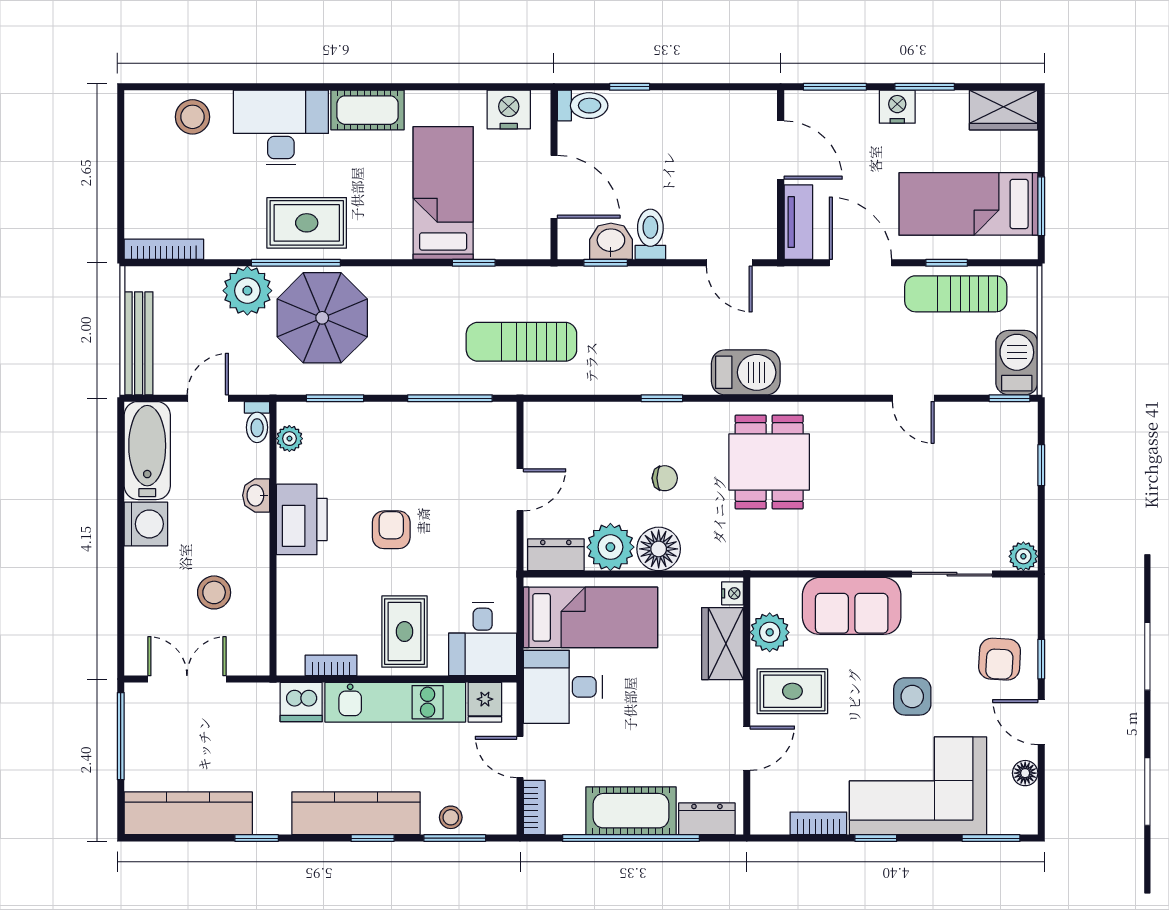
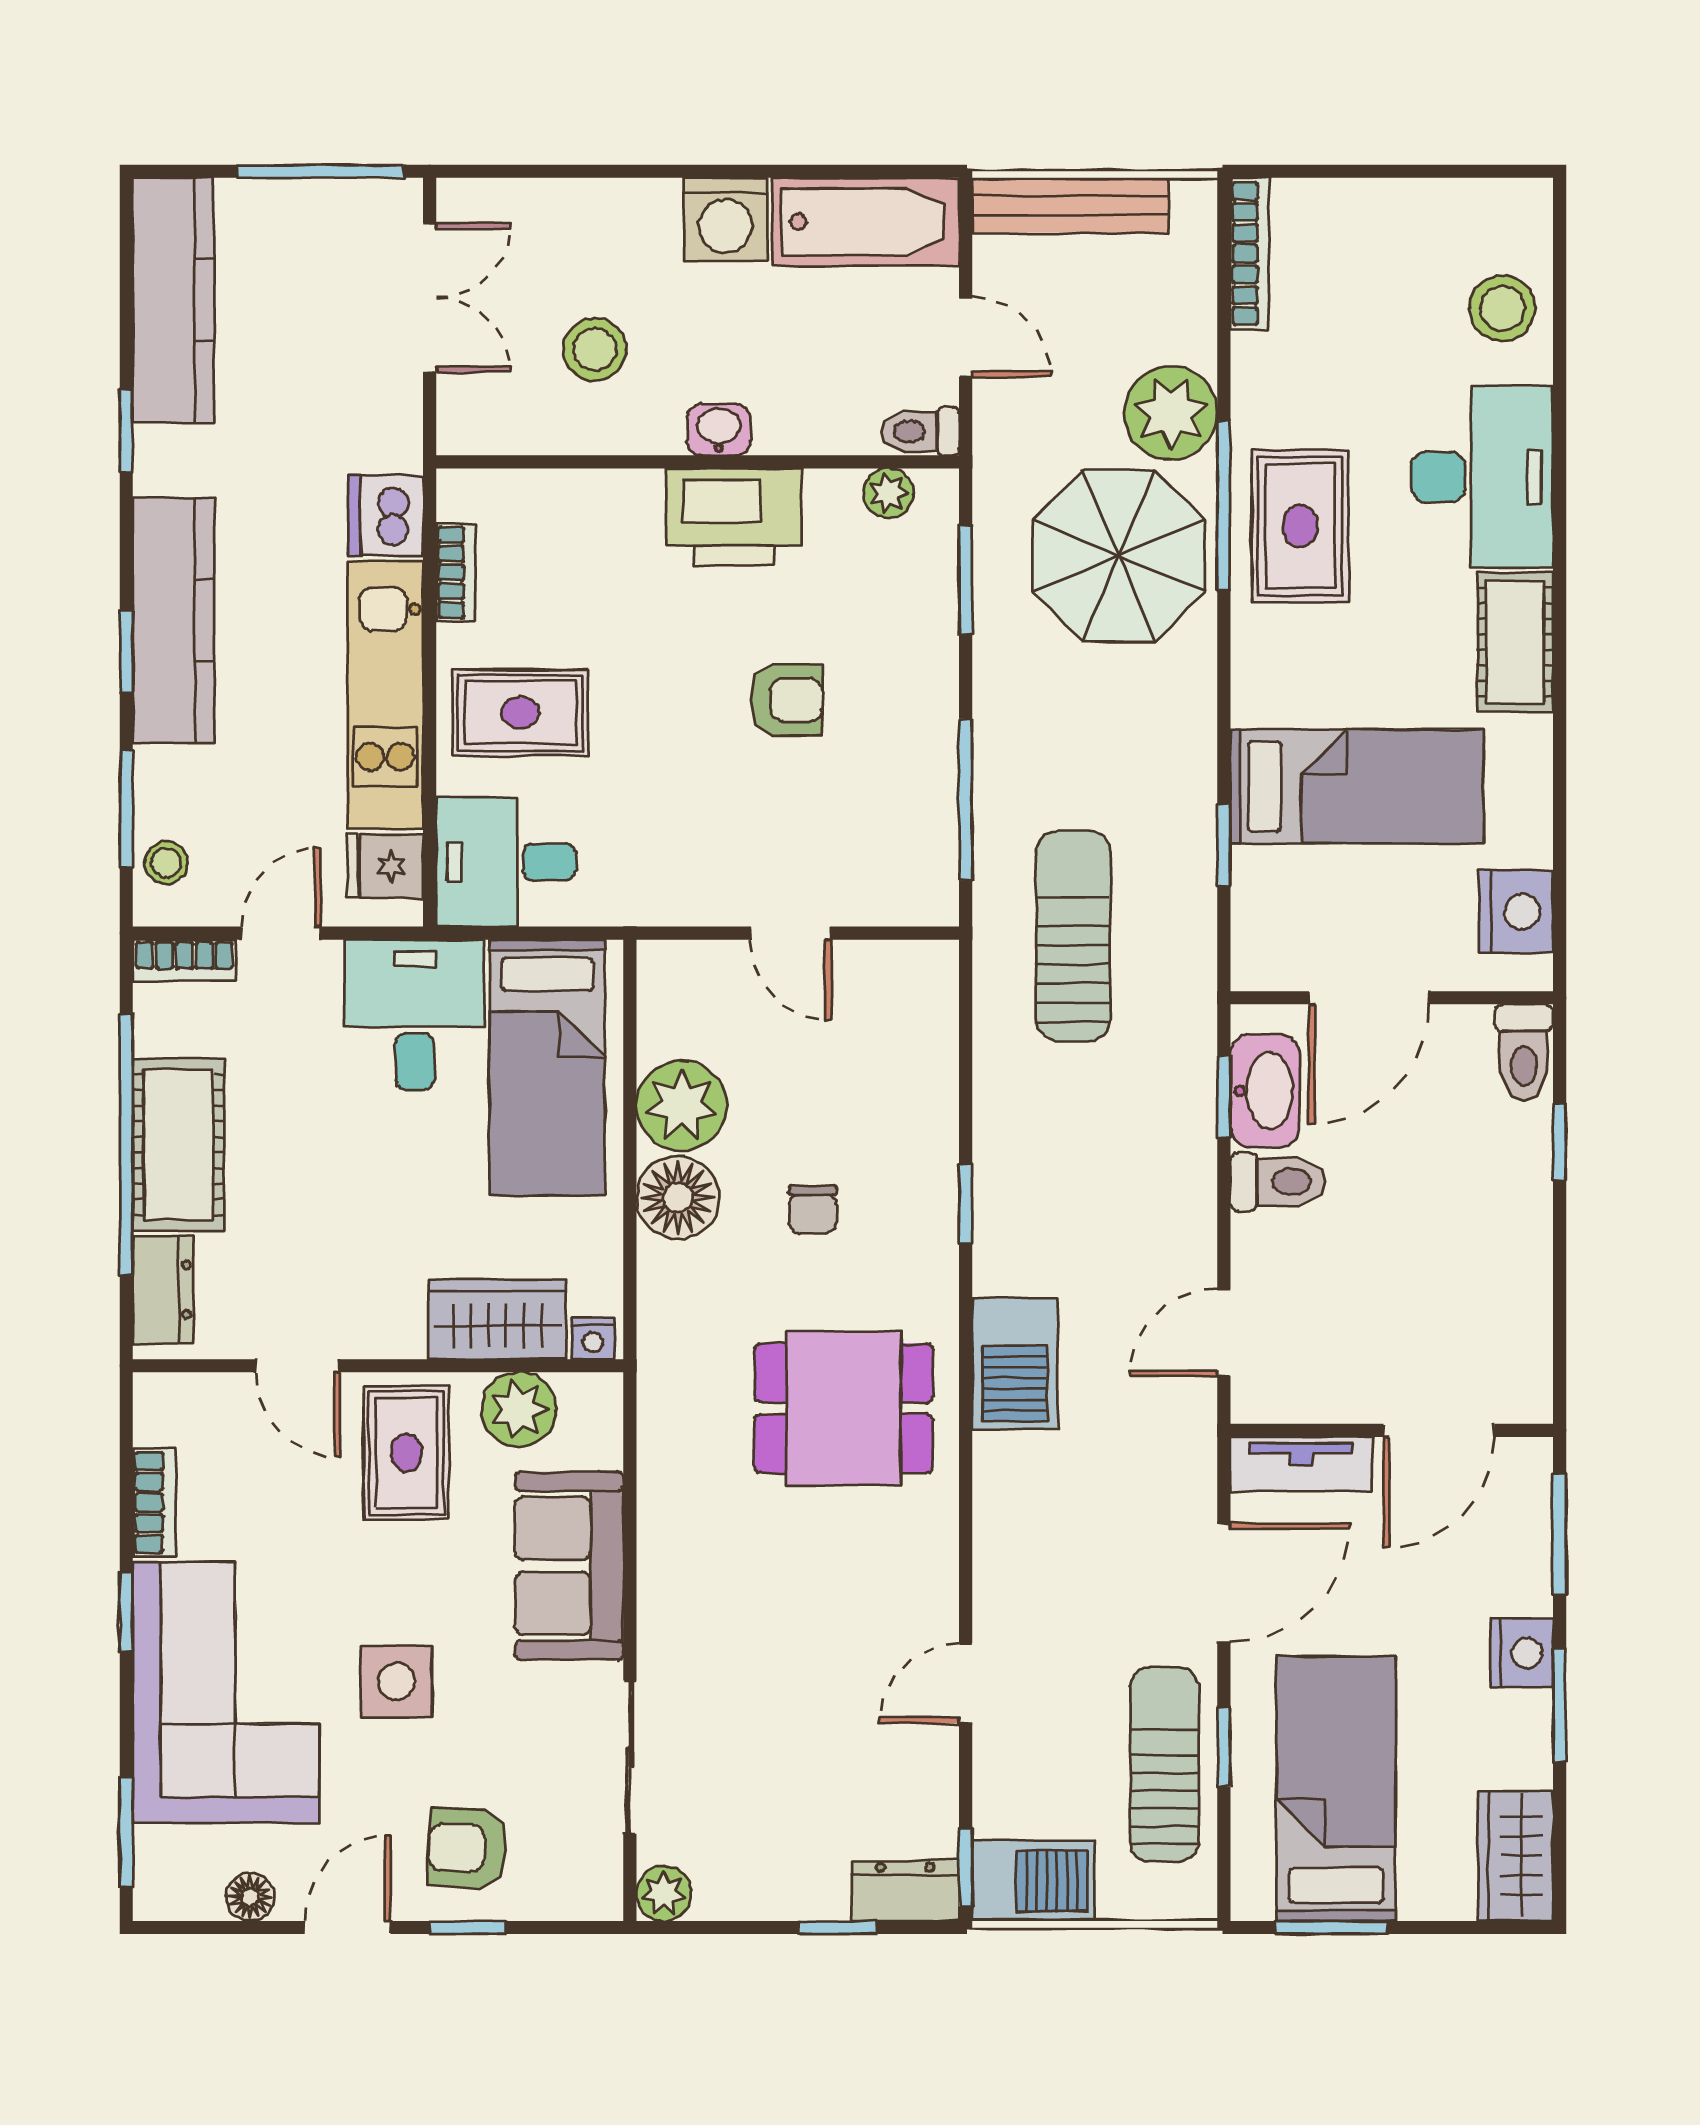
washbasin: (611, 241) -> (1265, 1091), width x1.38
washbasin: (256, 495) -> (719, 430), moved
armchair: (391, 530) -> (786, 700), moved
dresser: (556, 555) -> (905, 1891), moved, turned -90
stool: (451, 817) -> (166, 863), moved

